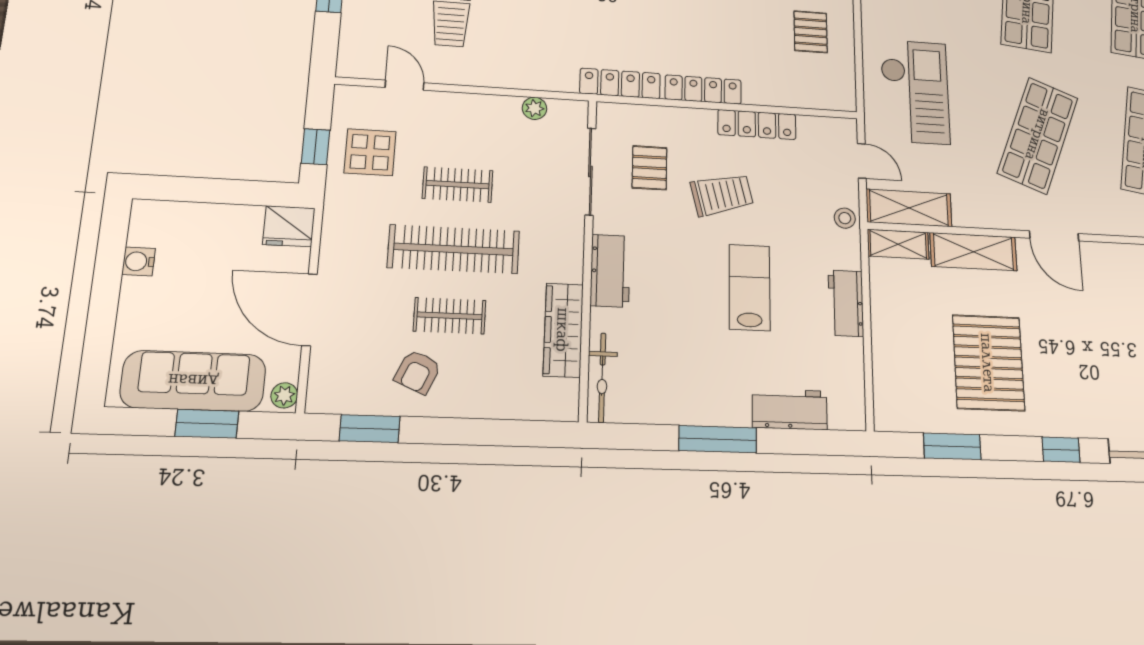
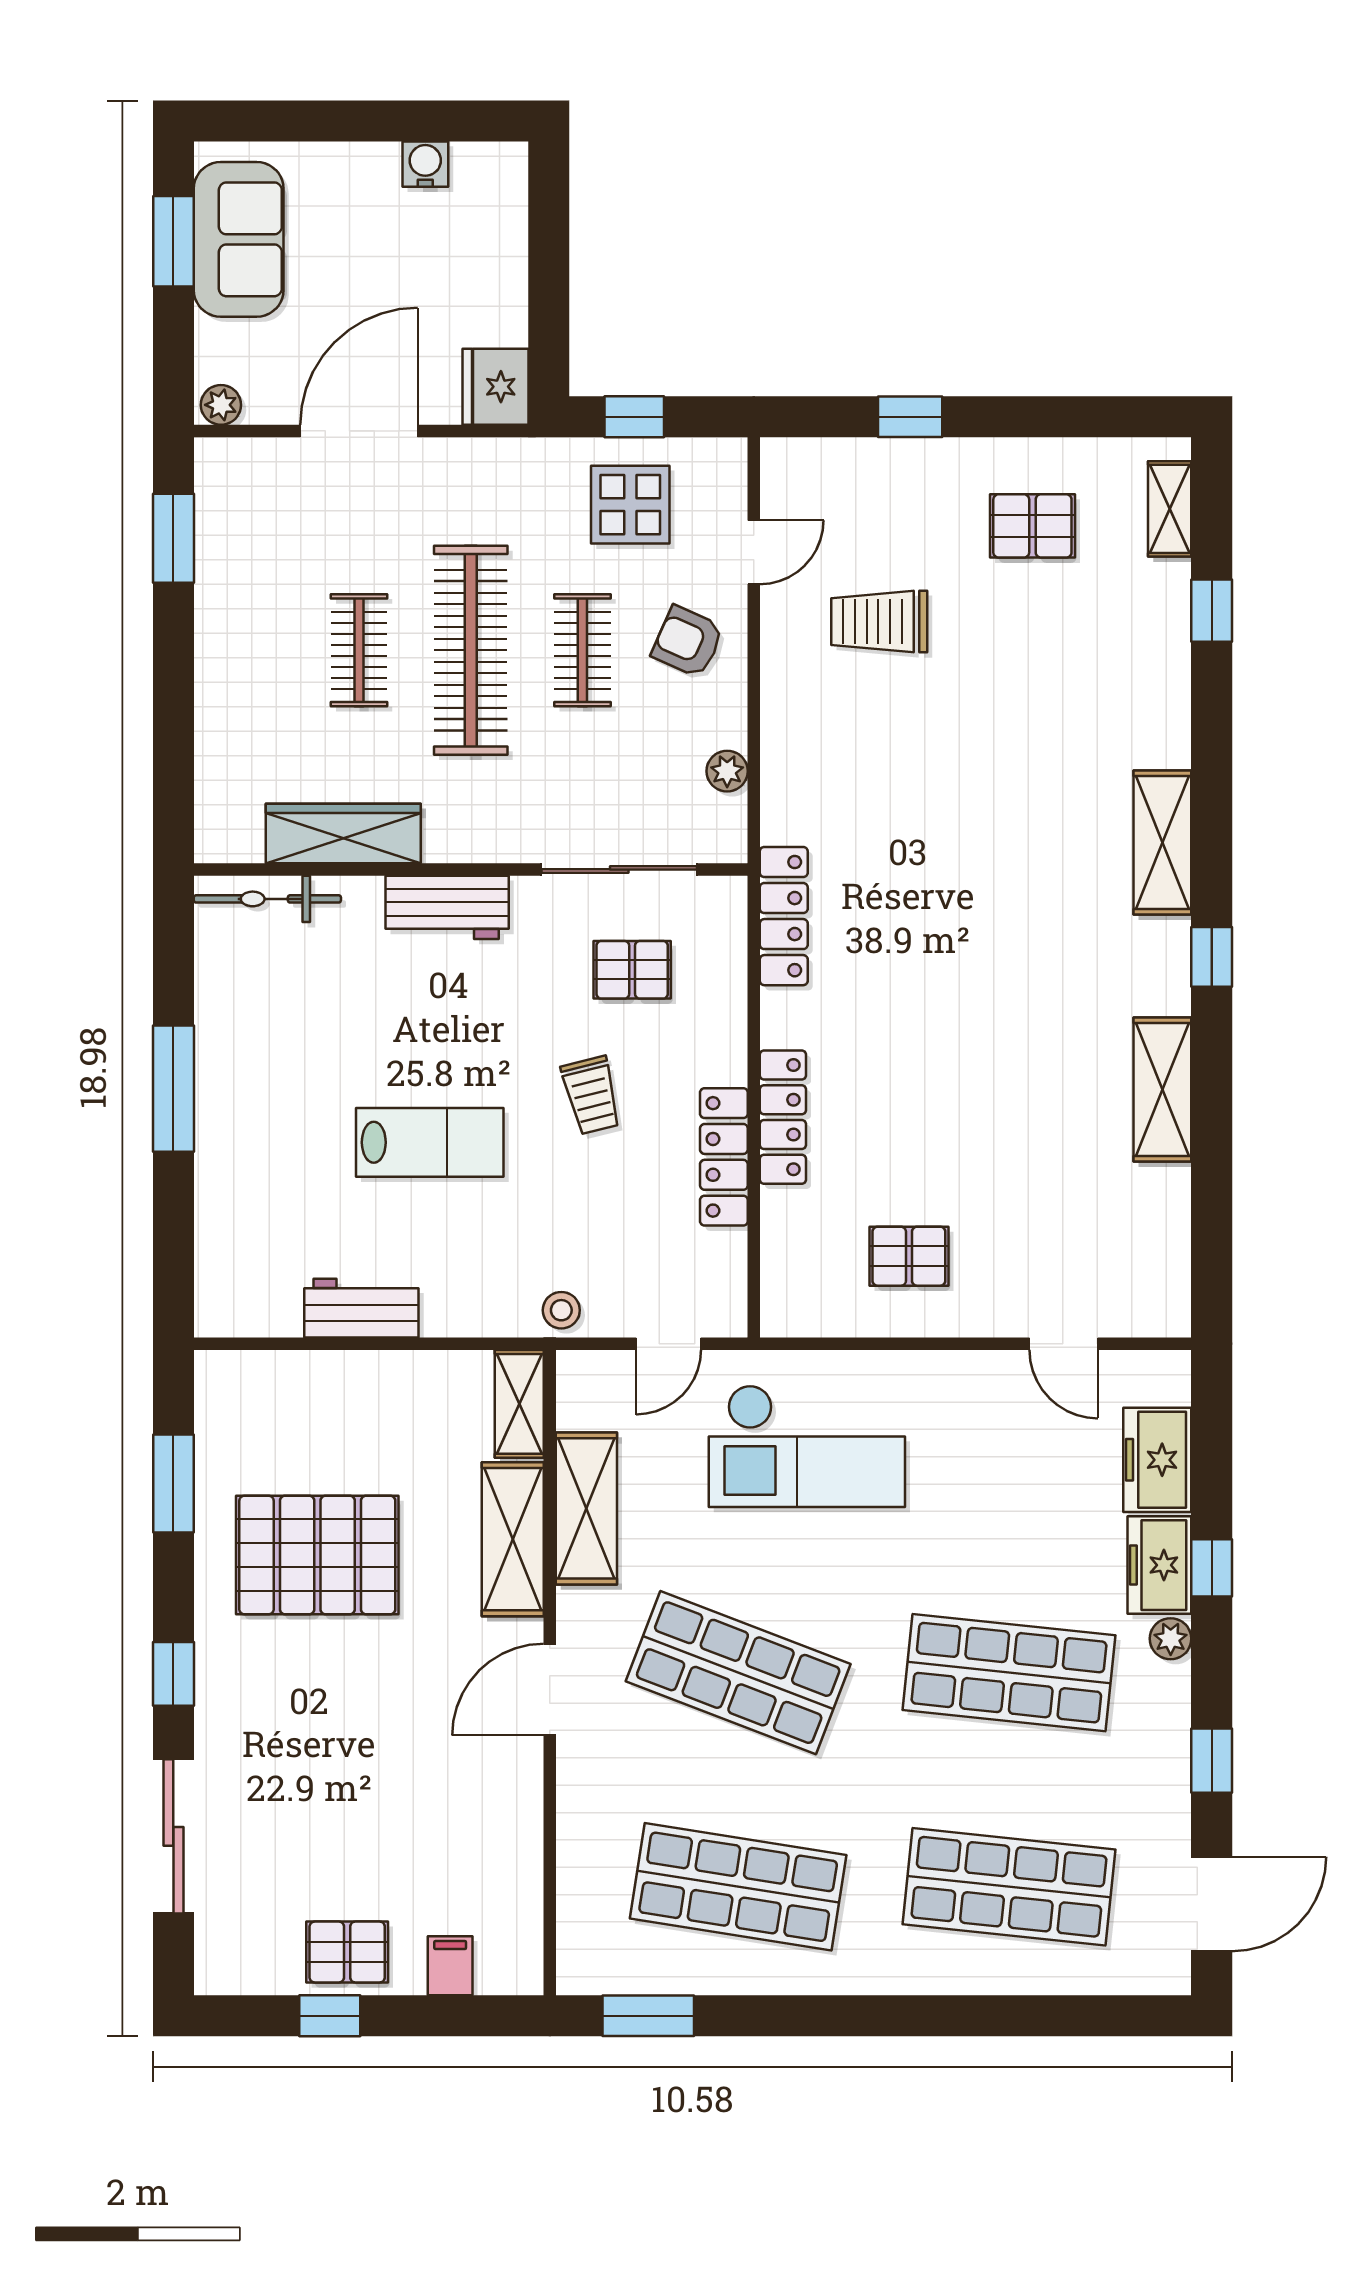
locker: (703, 90) -> (783, 1117), moved
trolley: (722, 195) -> (591, 1095), width x0.73, depth x0.72
shelving: (909, 208) -> (586, 1508), moved
workbench: (846, 303) -> (361, 1308), moved
armchair: (418, 372) -> (688, 642), moved
sofa: (193, 381) -> (239, 239), width x0.73
workbench: (790, 409) -> (226, 1208), removed
window: (207, 424) -> (173, 241), moved

